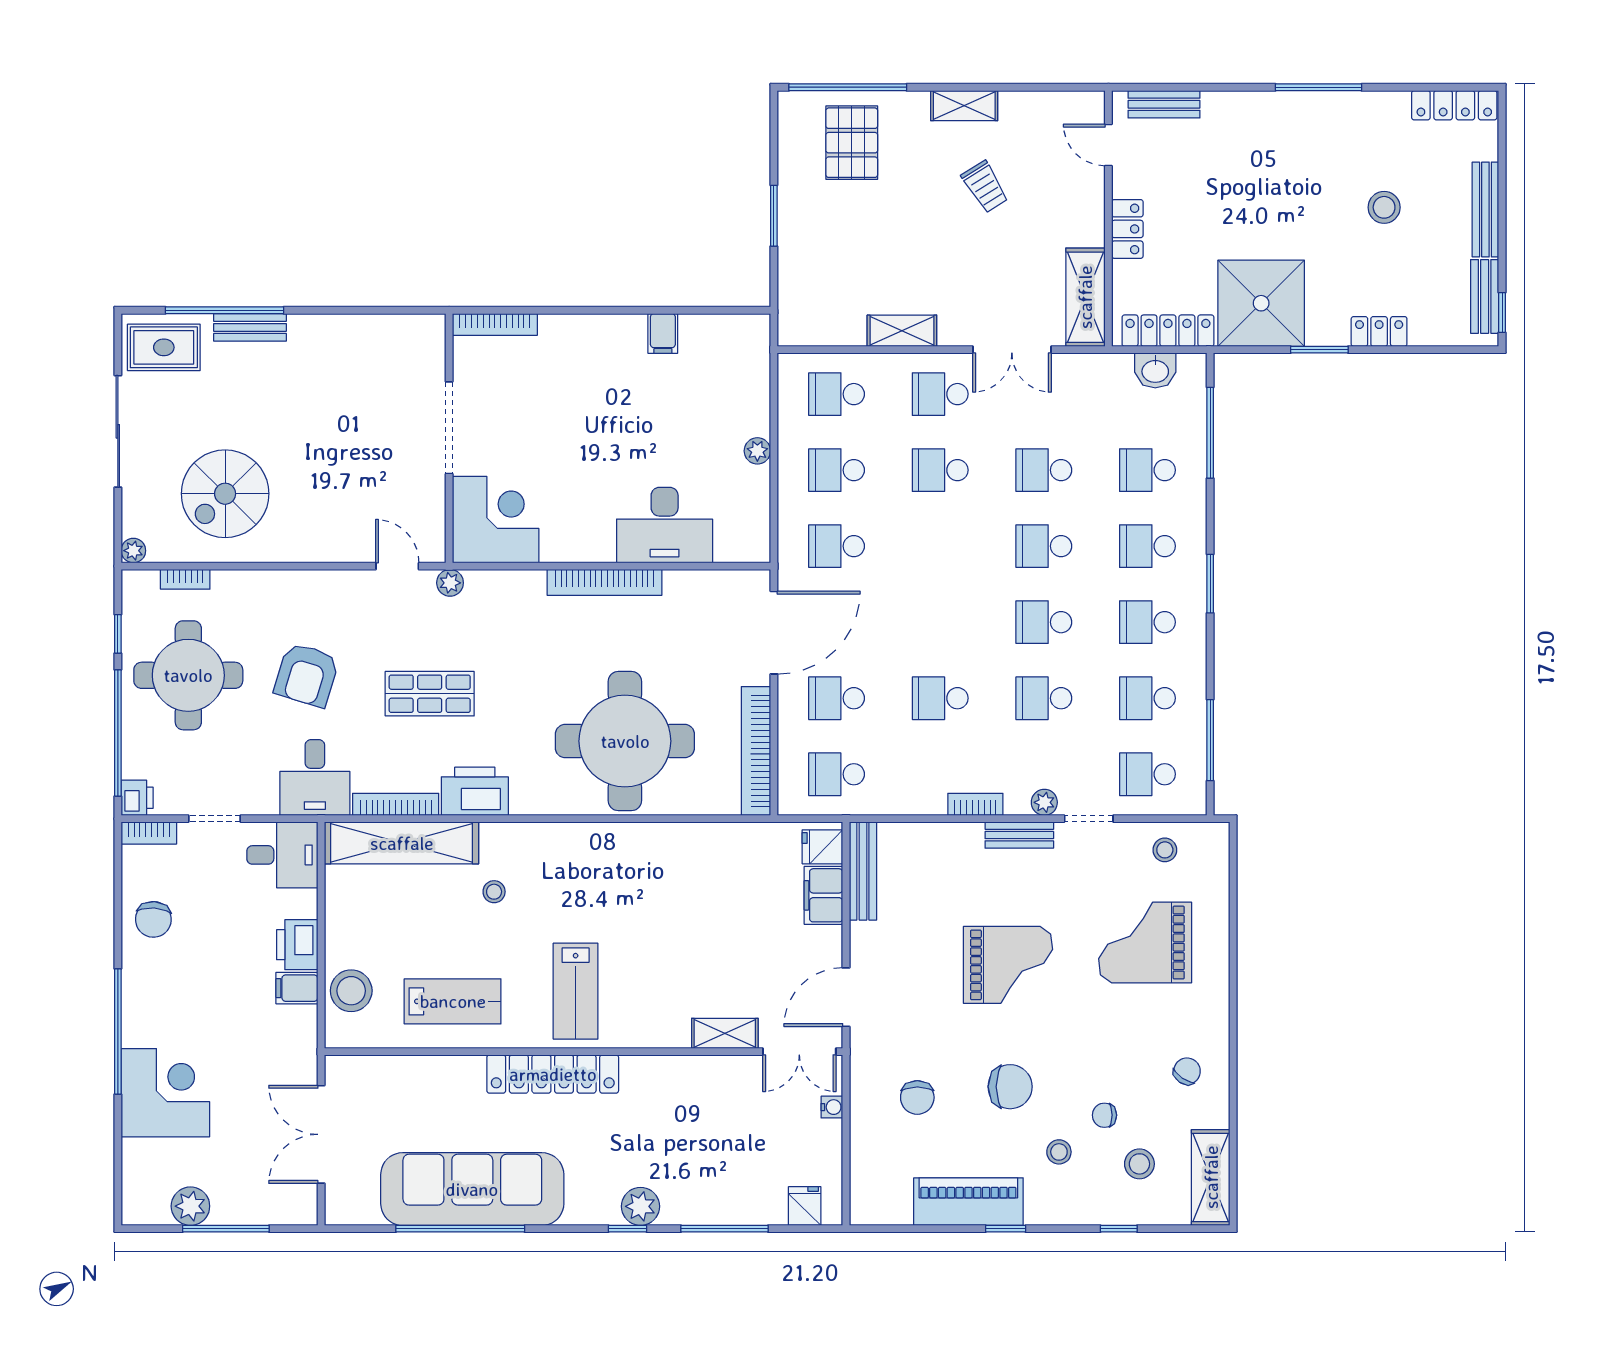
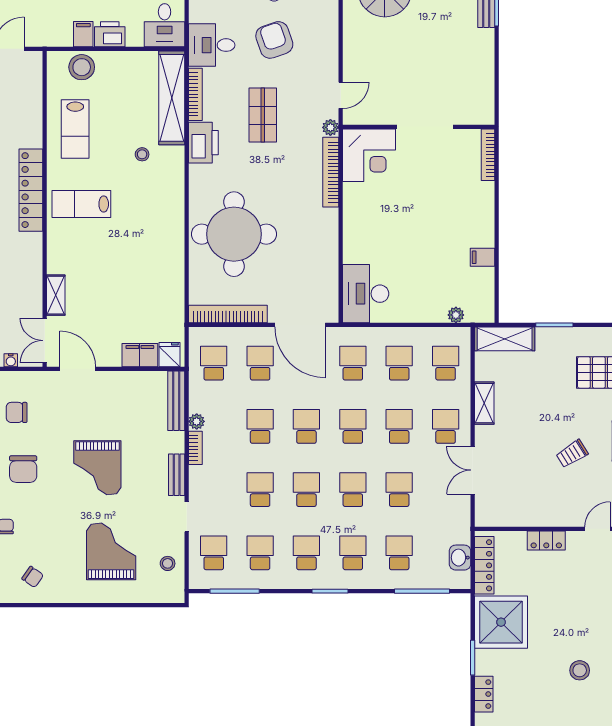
stool: (1384, 207) -> (580, 670), moved
shelving: (1085, 297) -> (505, 339), moved
plant: (757, 451) -> (456, 315), moved
desk: (665, 525) -> (366, 294), moved
school desk: (940, 546) -> (353, 426), added
bookcase: (604, 582) -> (331, 172), moved
school desk: (940, 622) -> (306, 426), added
armchair: (307, 675) -> (274, 40), turned 54
plant: (1044, 802) -> (197, 421), moved
bench: (863, 871) -> (176, 401), moved, turned 90

